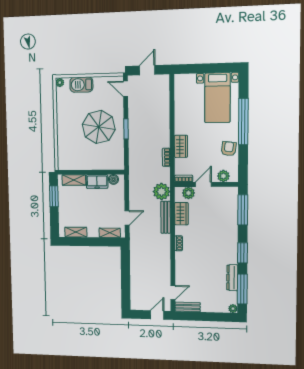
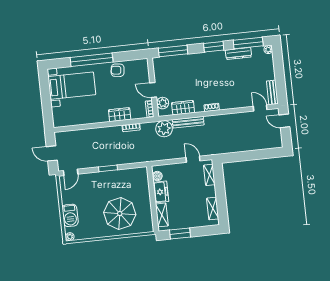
parasol: (99, 127) -> (120, 214), moved
plant: (223, 176) -> (143, 72), removed

